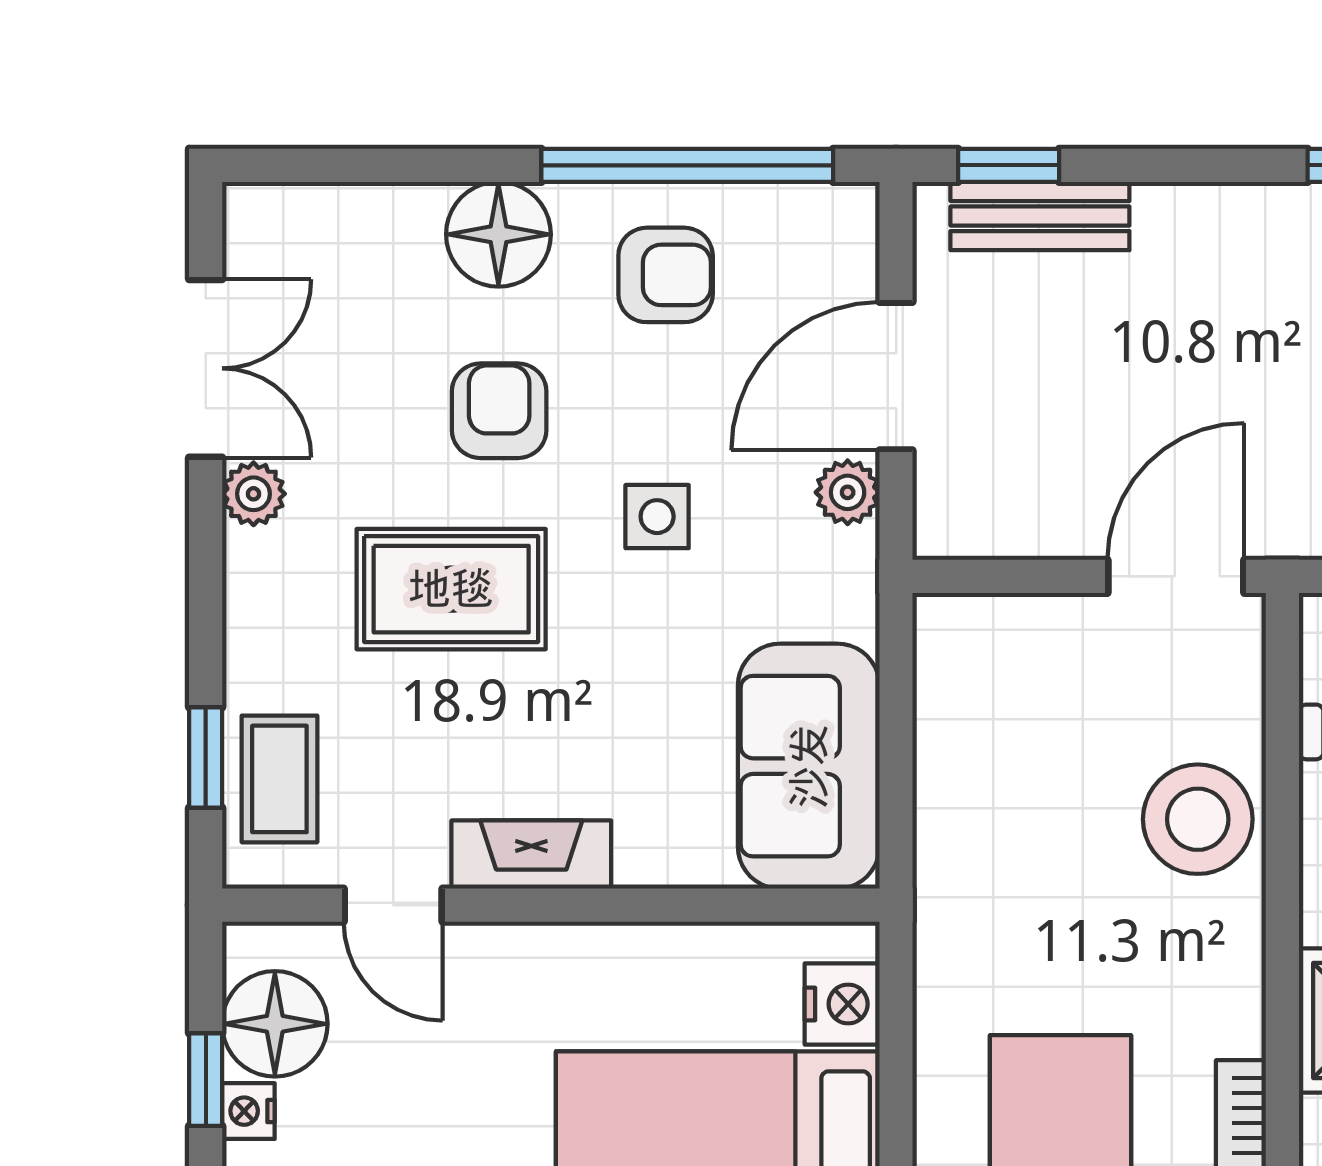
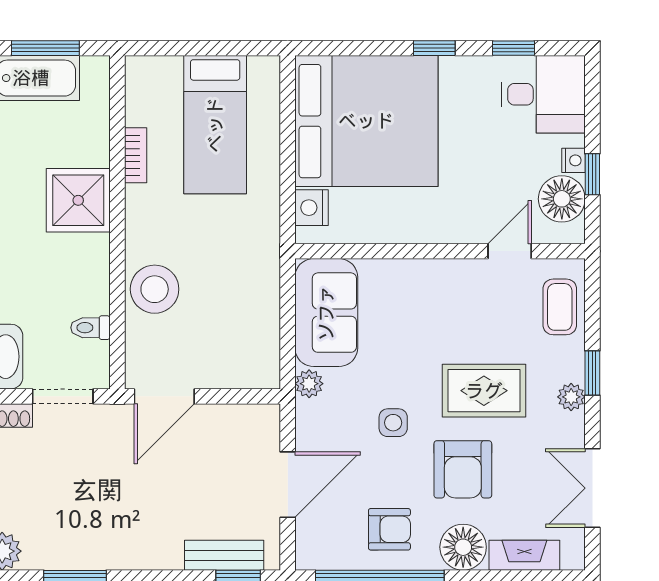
armchair: (666, 275) -> (389, 529), turned 180
armchair: (499, 411) -> (463, 469), width x1.38, depth x1.38
plant: (848, 492) -> (309, 384), moved
plant: (253, 494) -> (571, 397), moved
window: (206, 757) -> (592, 373), moved
fireplace: (531, 855) -> (524, 555), moved, turned 180
door: (393, 905) -> (510, 251), hinge flipped

